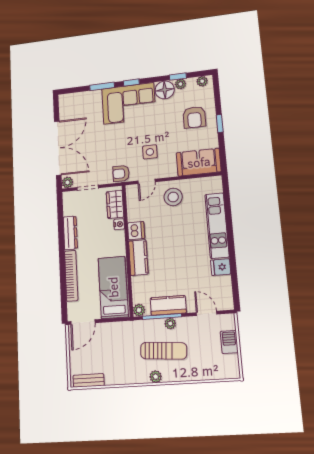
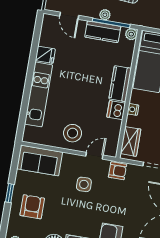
nightstand: (119, 224) -> (133, 109), moved

